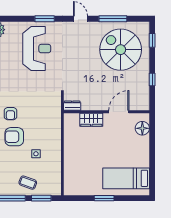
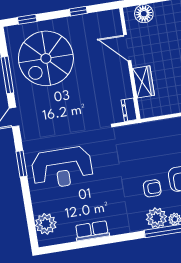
reception desk: (37, 49) -> (62, 168), turned 180

